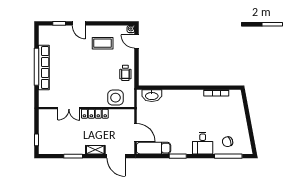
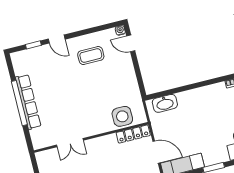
wheelchair: (125, 73) -> (127, 84), removed
locker: (95, 114) -> (133, 134), moved

